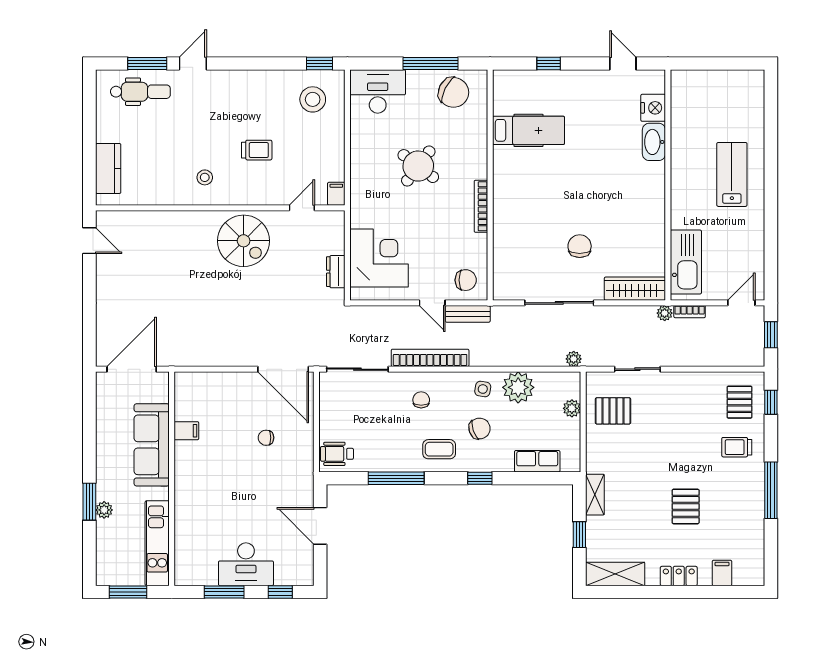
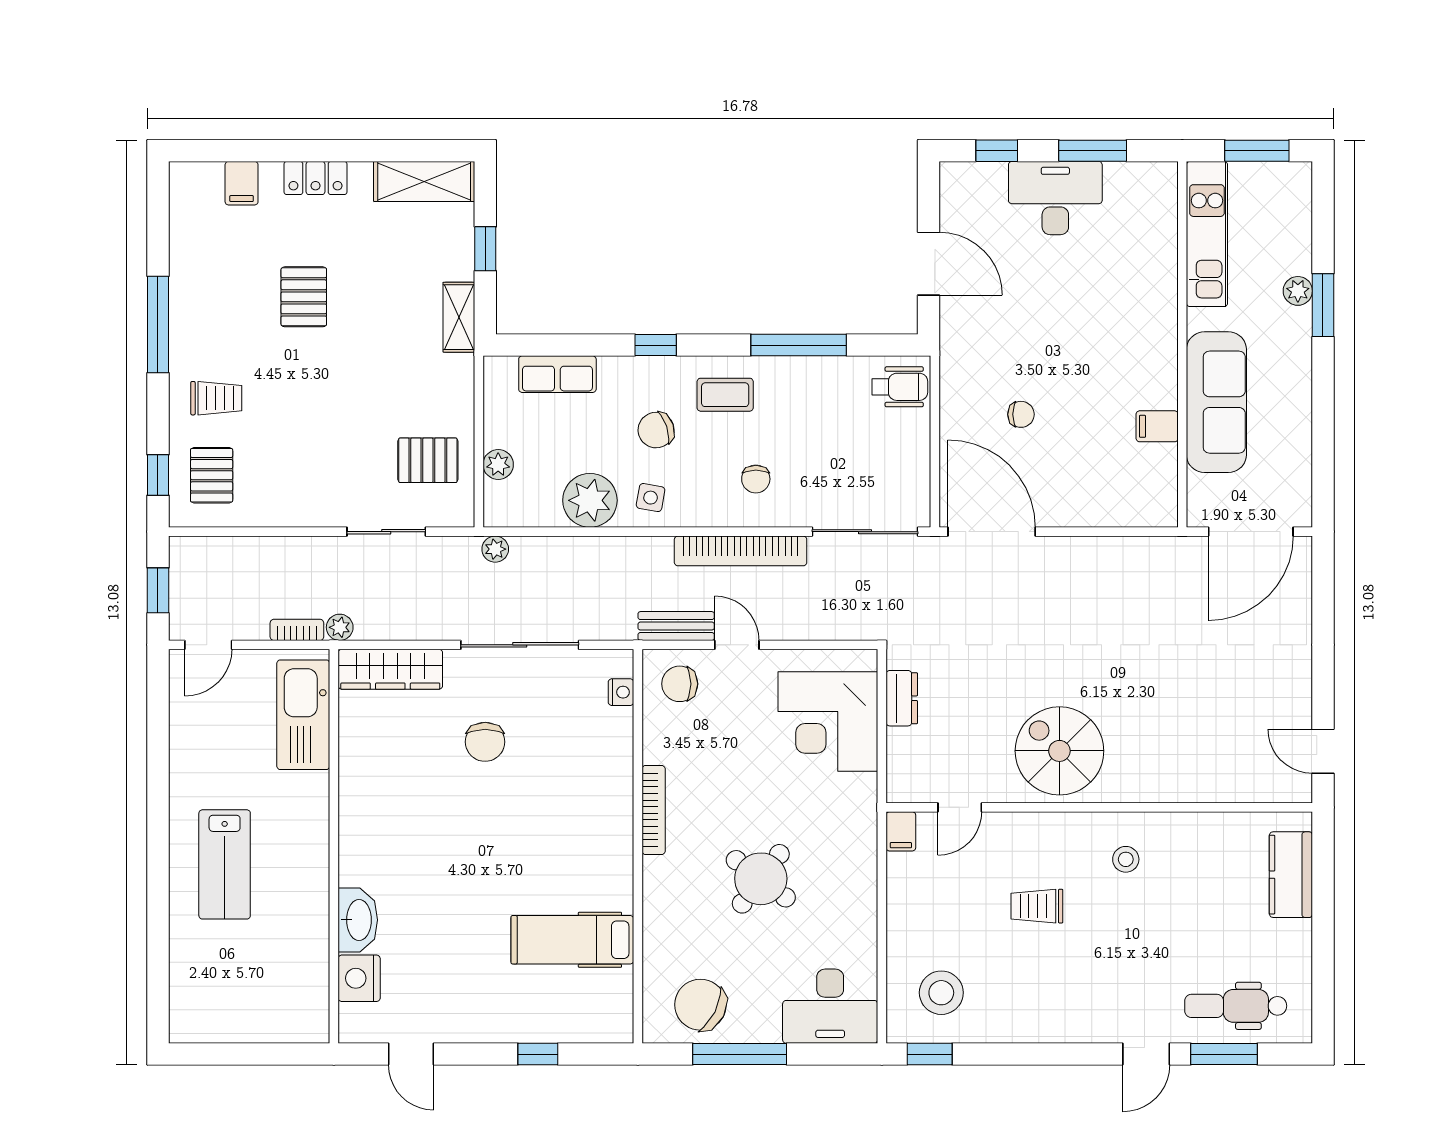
nightstand: (500, 275) -> (621, 692), added

